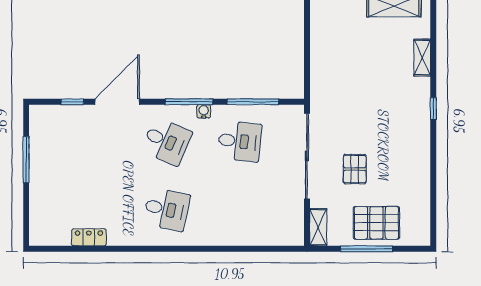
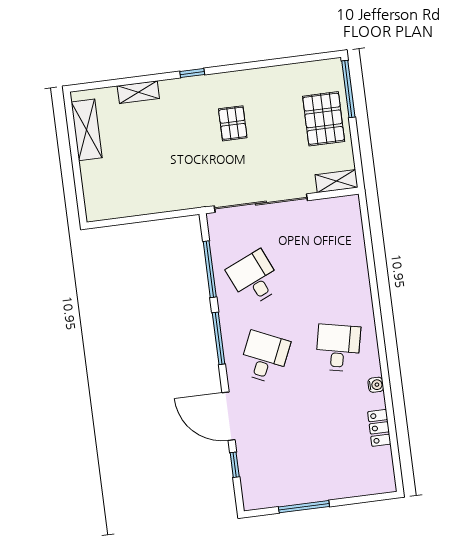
water cooler: (204, 111) -> (376, 385), moved, turned 180
desk: (240, 141) -> (254, 278), turned -30
pallet: (355, 169) -> (233, 123), moved, turned 90
window: (367, 249) -> (348, 89), moved

